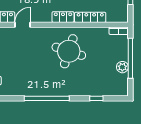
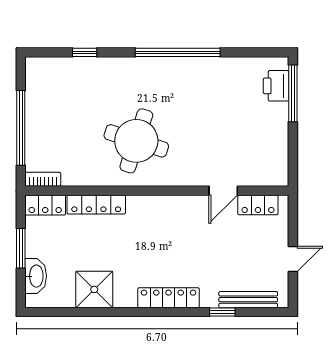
locker: (63, 17) -> (45, 205), moved
plant: (122, 67) -> (36, 111), removed

